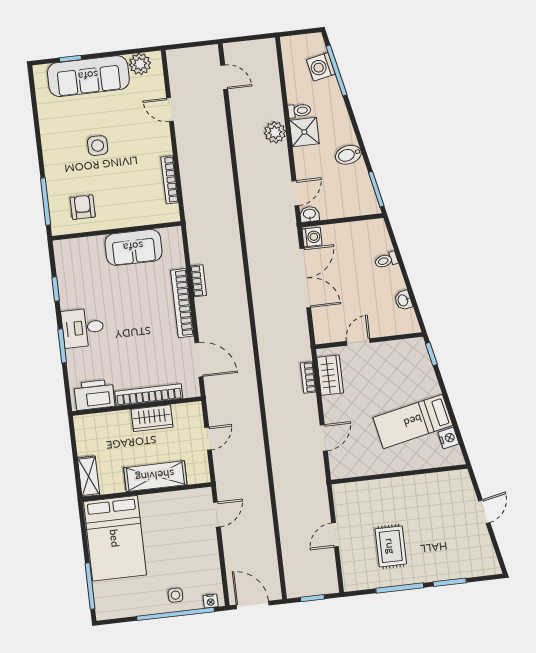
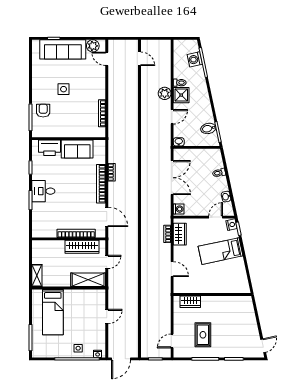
door: (170, 110) -> (107, 59), moved
bidet: (348, 155) -> (208, 128), moved
door: (295, 193) -> (172, 117), moved
armchair: (83, 207) -> (43, 111), moved
washing machine: (312, 237) -> (179, 209), moved
door: (358, 342) -> (216, 217), moved
printer: (94, 395) -> (50, 148), moved, turned 180
wardrobe: (152, 418) -> (82, 247), width x1.50
bed: (413, 421) -> (221, 251), moved
door: (324, 438) -> (172, 269), hinge flipped
nightstand: (448, 438) -> (231, 225), moved
shelving: (155, 476) -> (88, 280), moved
wardrobe: (362, 491) -> (190, 302), added
door: (484, 512) -> (263, 346), moved
door: (217, 515) -> (107, 317), moved
door: (335, 535) -> (172, 341), moved
bed: (115, 538) -> (53, 312), width x0.67
door: (253, 605) -> (121, 359), swing flipped

